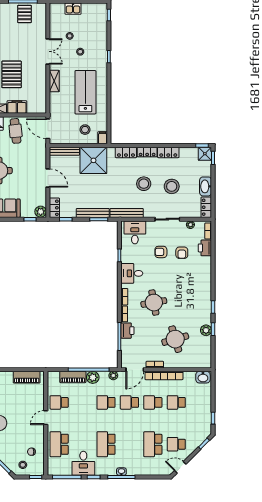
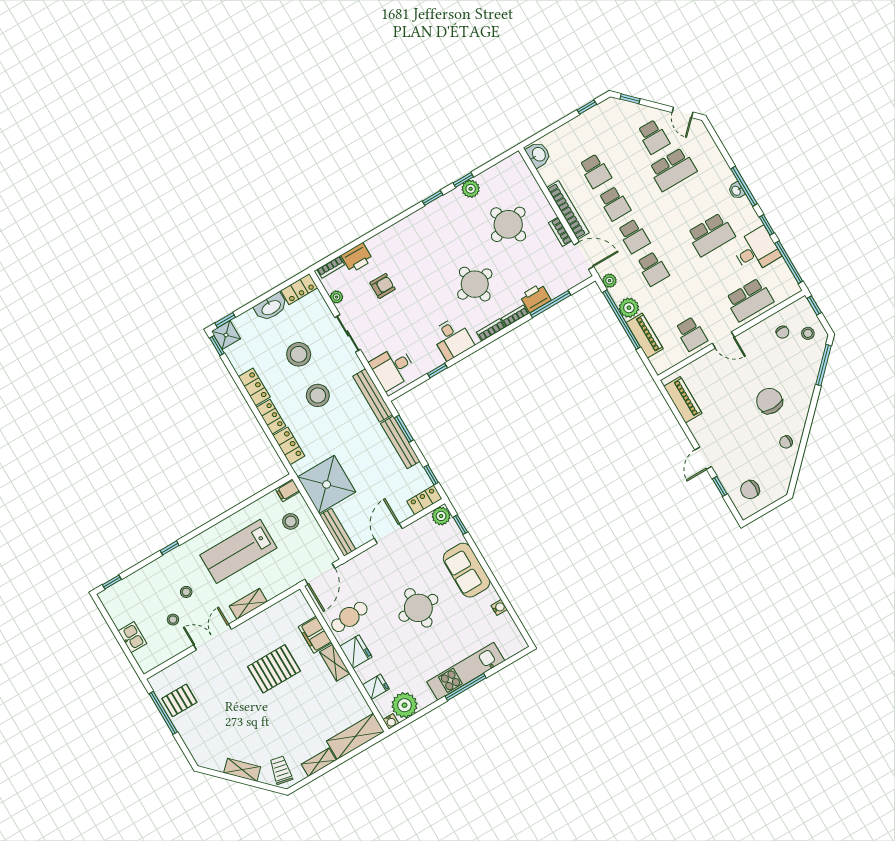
armchair: (161, 252) -> (399, 316), removed

